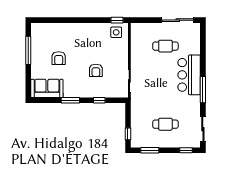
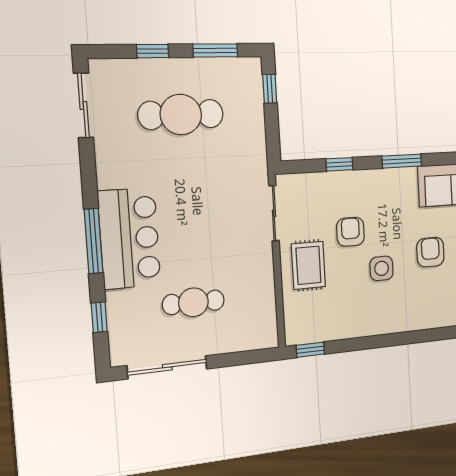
side table: (116, 32) -> (382, 268), moved
window: (203, 44) -> (99, 317), added
rug: (116, 57) -> (308, 265), added
window: (203, 90) -> (94, 241), moved
cafe table: (165, 124) -> (181, 115), width x1.37, depth x1.35
window: (186, 150) -> (153, 51), moved

